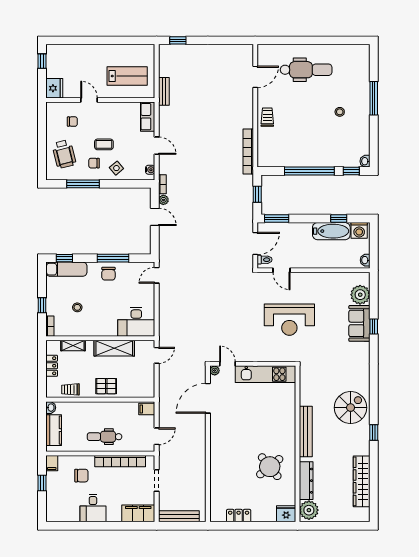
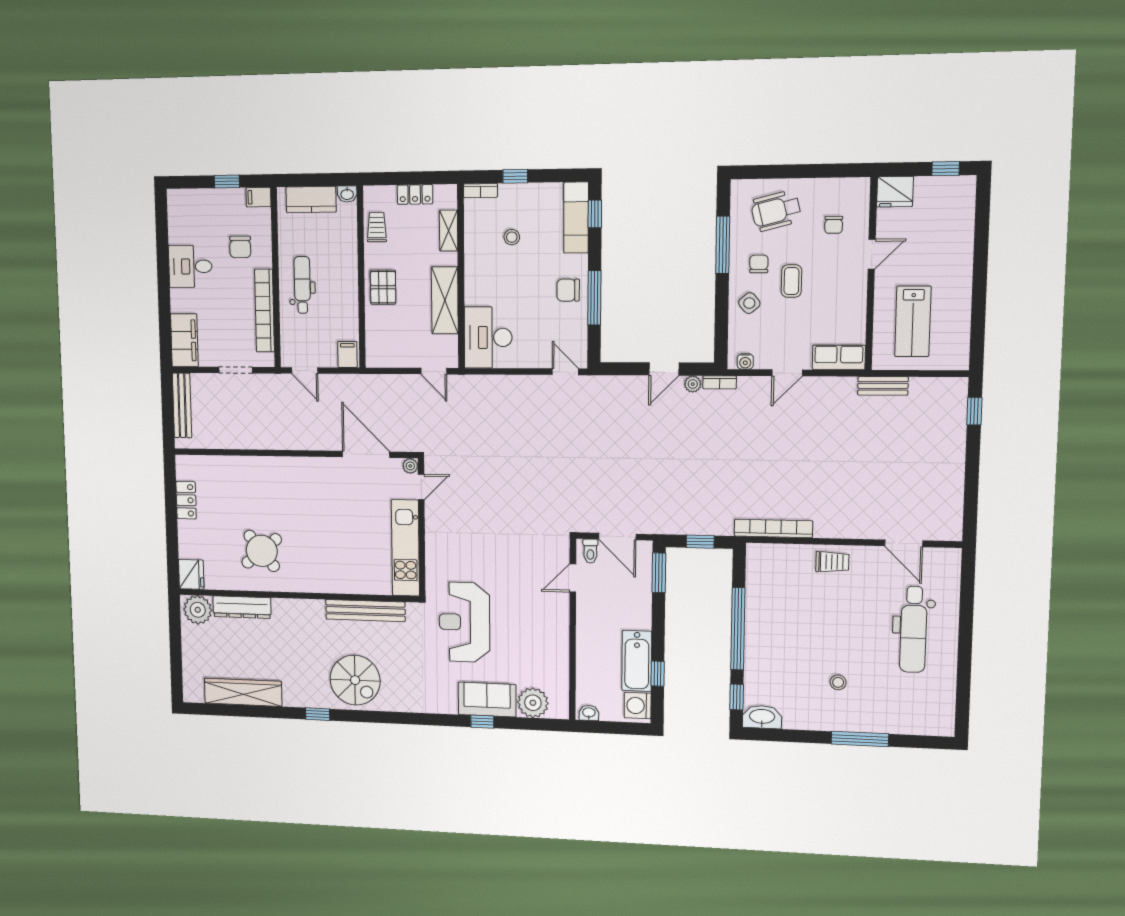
washbasin: (365, 161) -> (762, 717), width x1.91, depth x1.45
reception desk: (289, 320) -> (464, 622), moved
bench: (306, 431) -> (365, 611), moved

